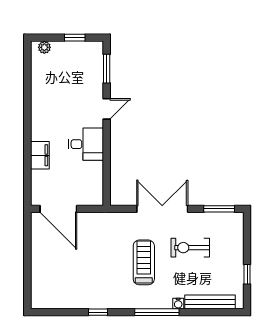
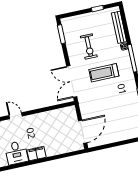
desk: (86, 144) -> (16, 153), moved, turned 180
filing cabinet: (40, 155) -> (37, 154), moved
double door: (162, 209) -> (72, 82), moved

